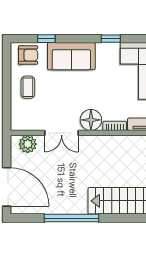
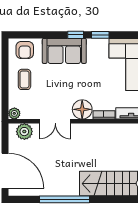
window: (46, 39) -> (76, 35), moved
armchair: (28, 55) -> (25, 50), turned 90
plant: (17, 124) -> (14, 113), added

